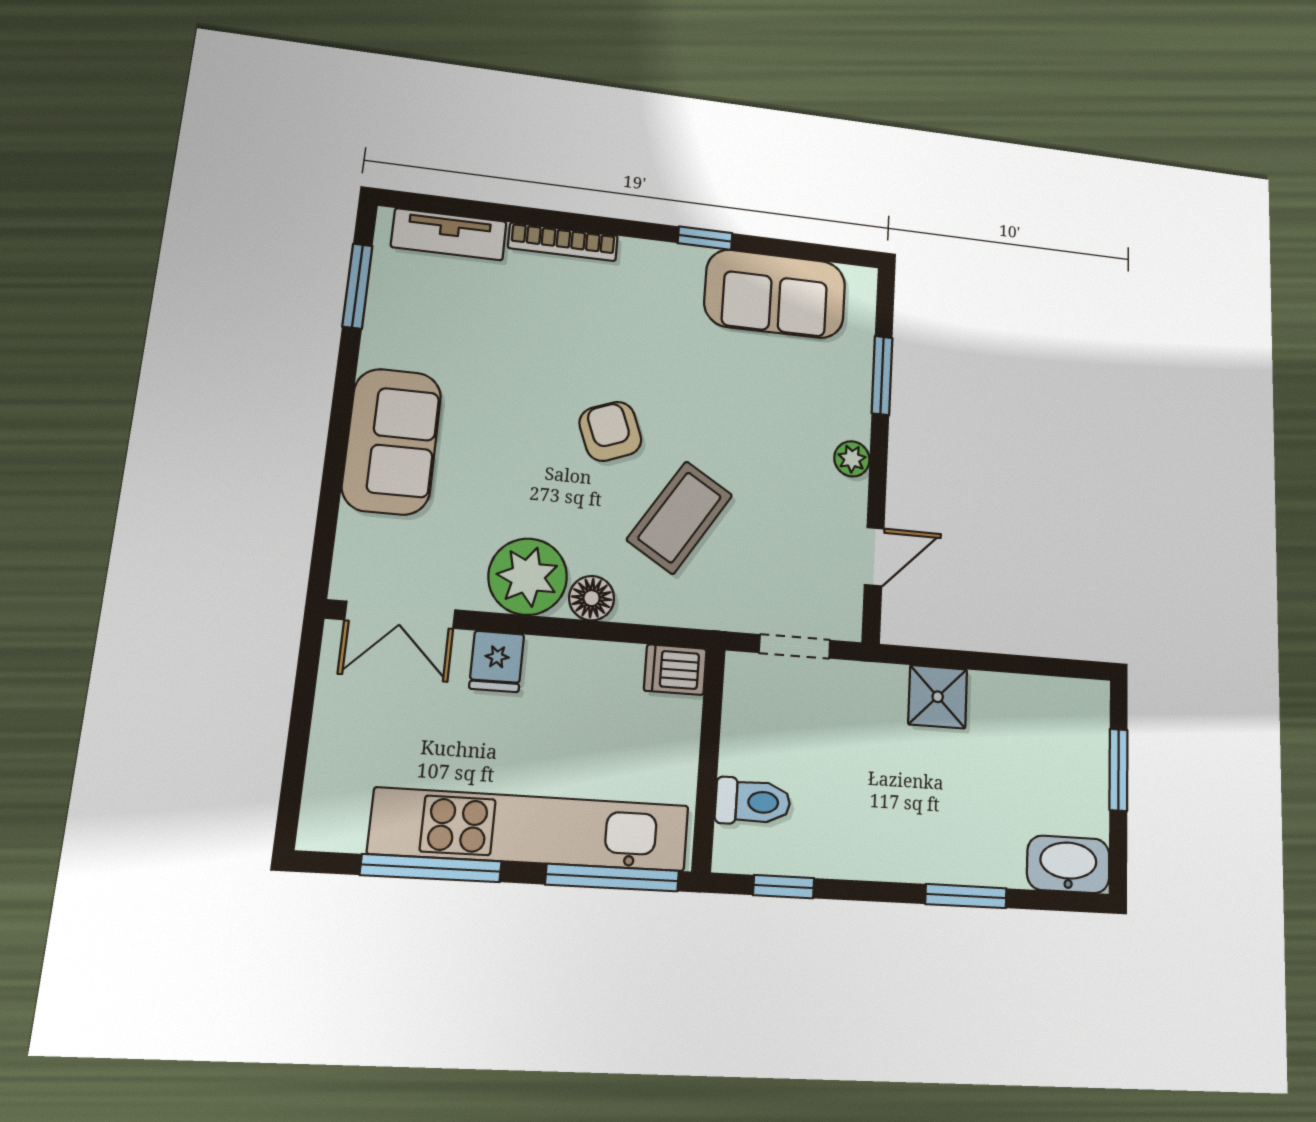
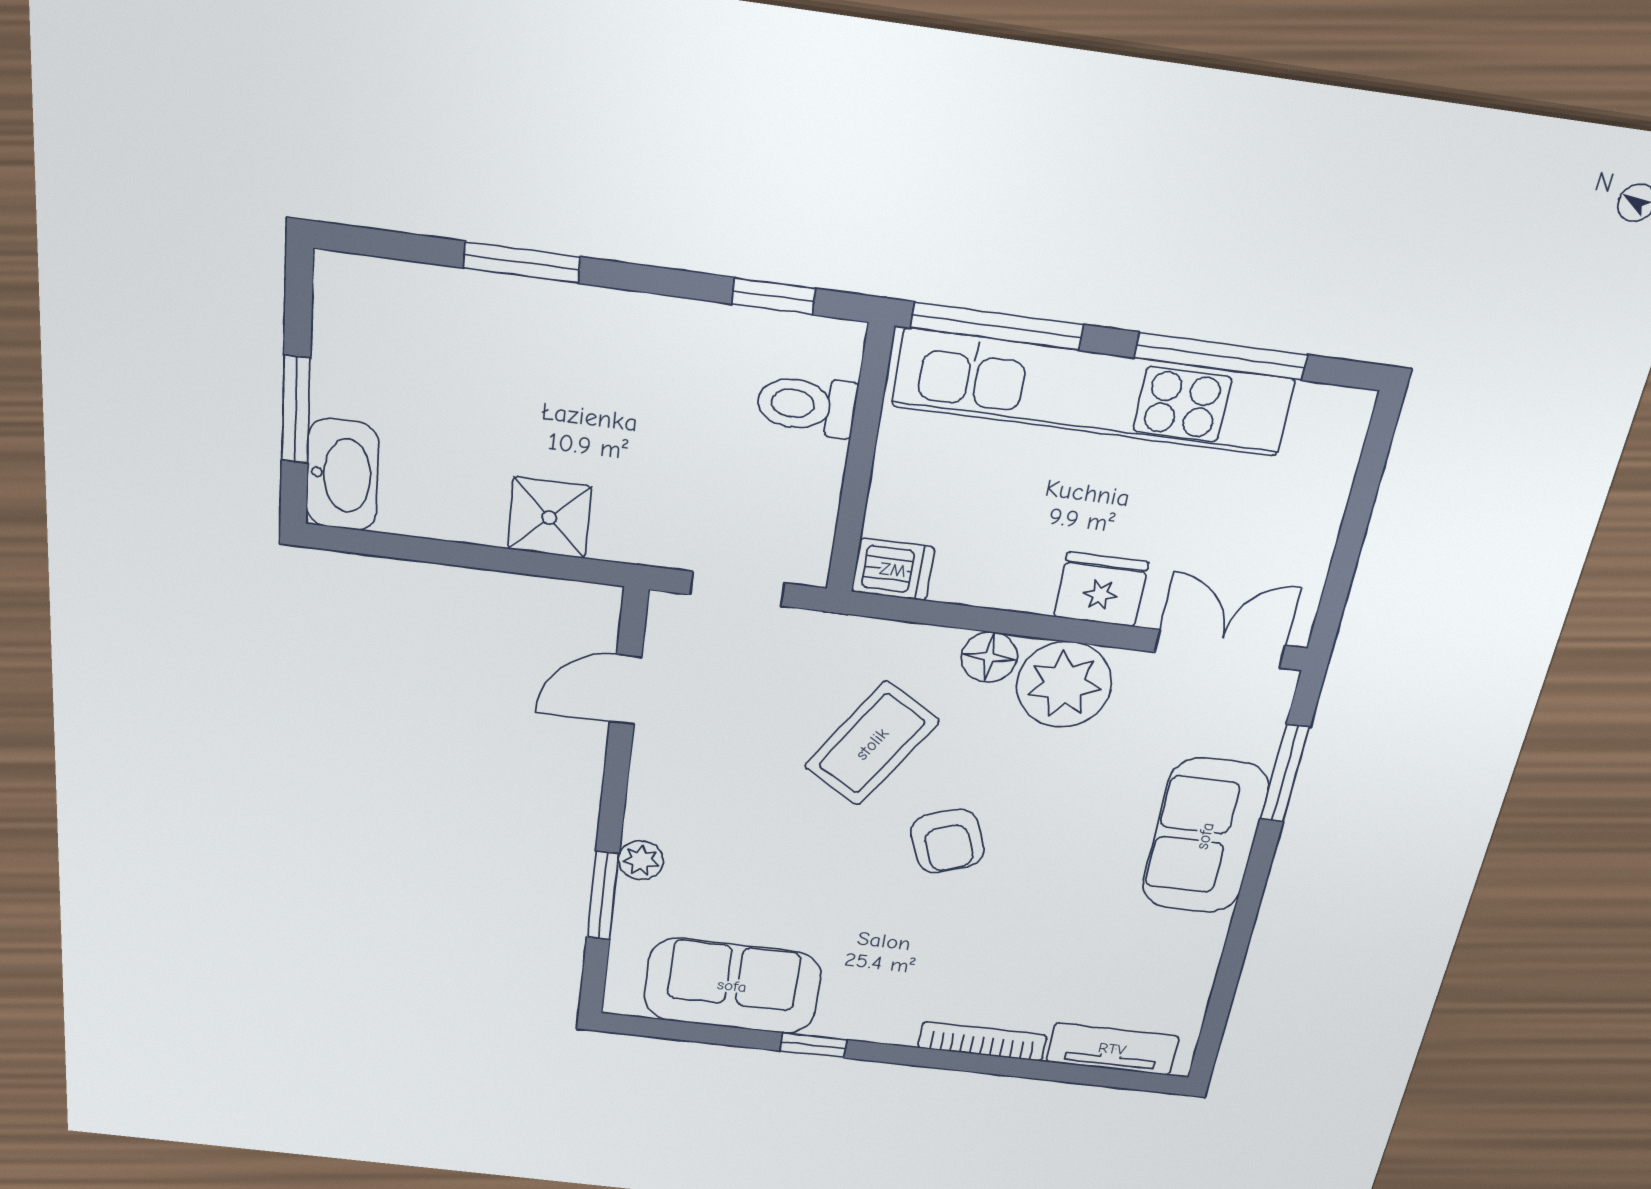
window: (357, 286) -> (1285, 773), moved
plant: (852, 459) -> (641, 860), moved
fridge: (497, 661) -> (1101, 590), width x1.38
washbasin: (1068, 864) -> (342, 475), moved, turned -90

